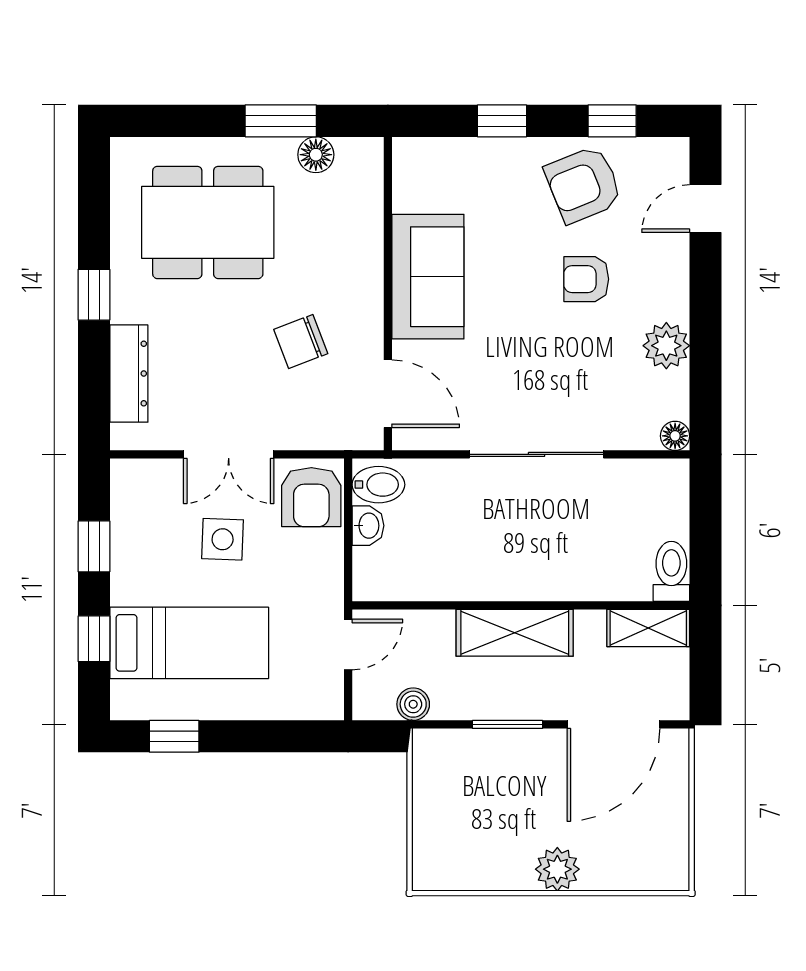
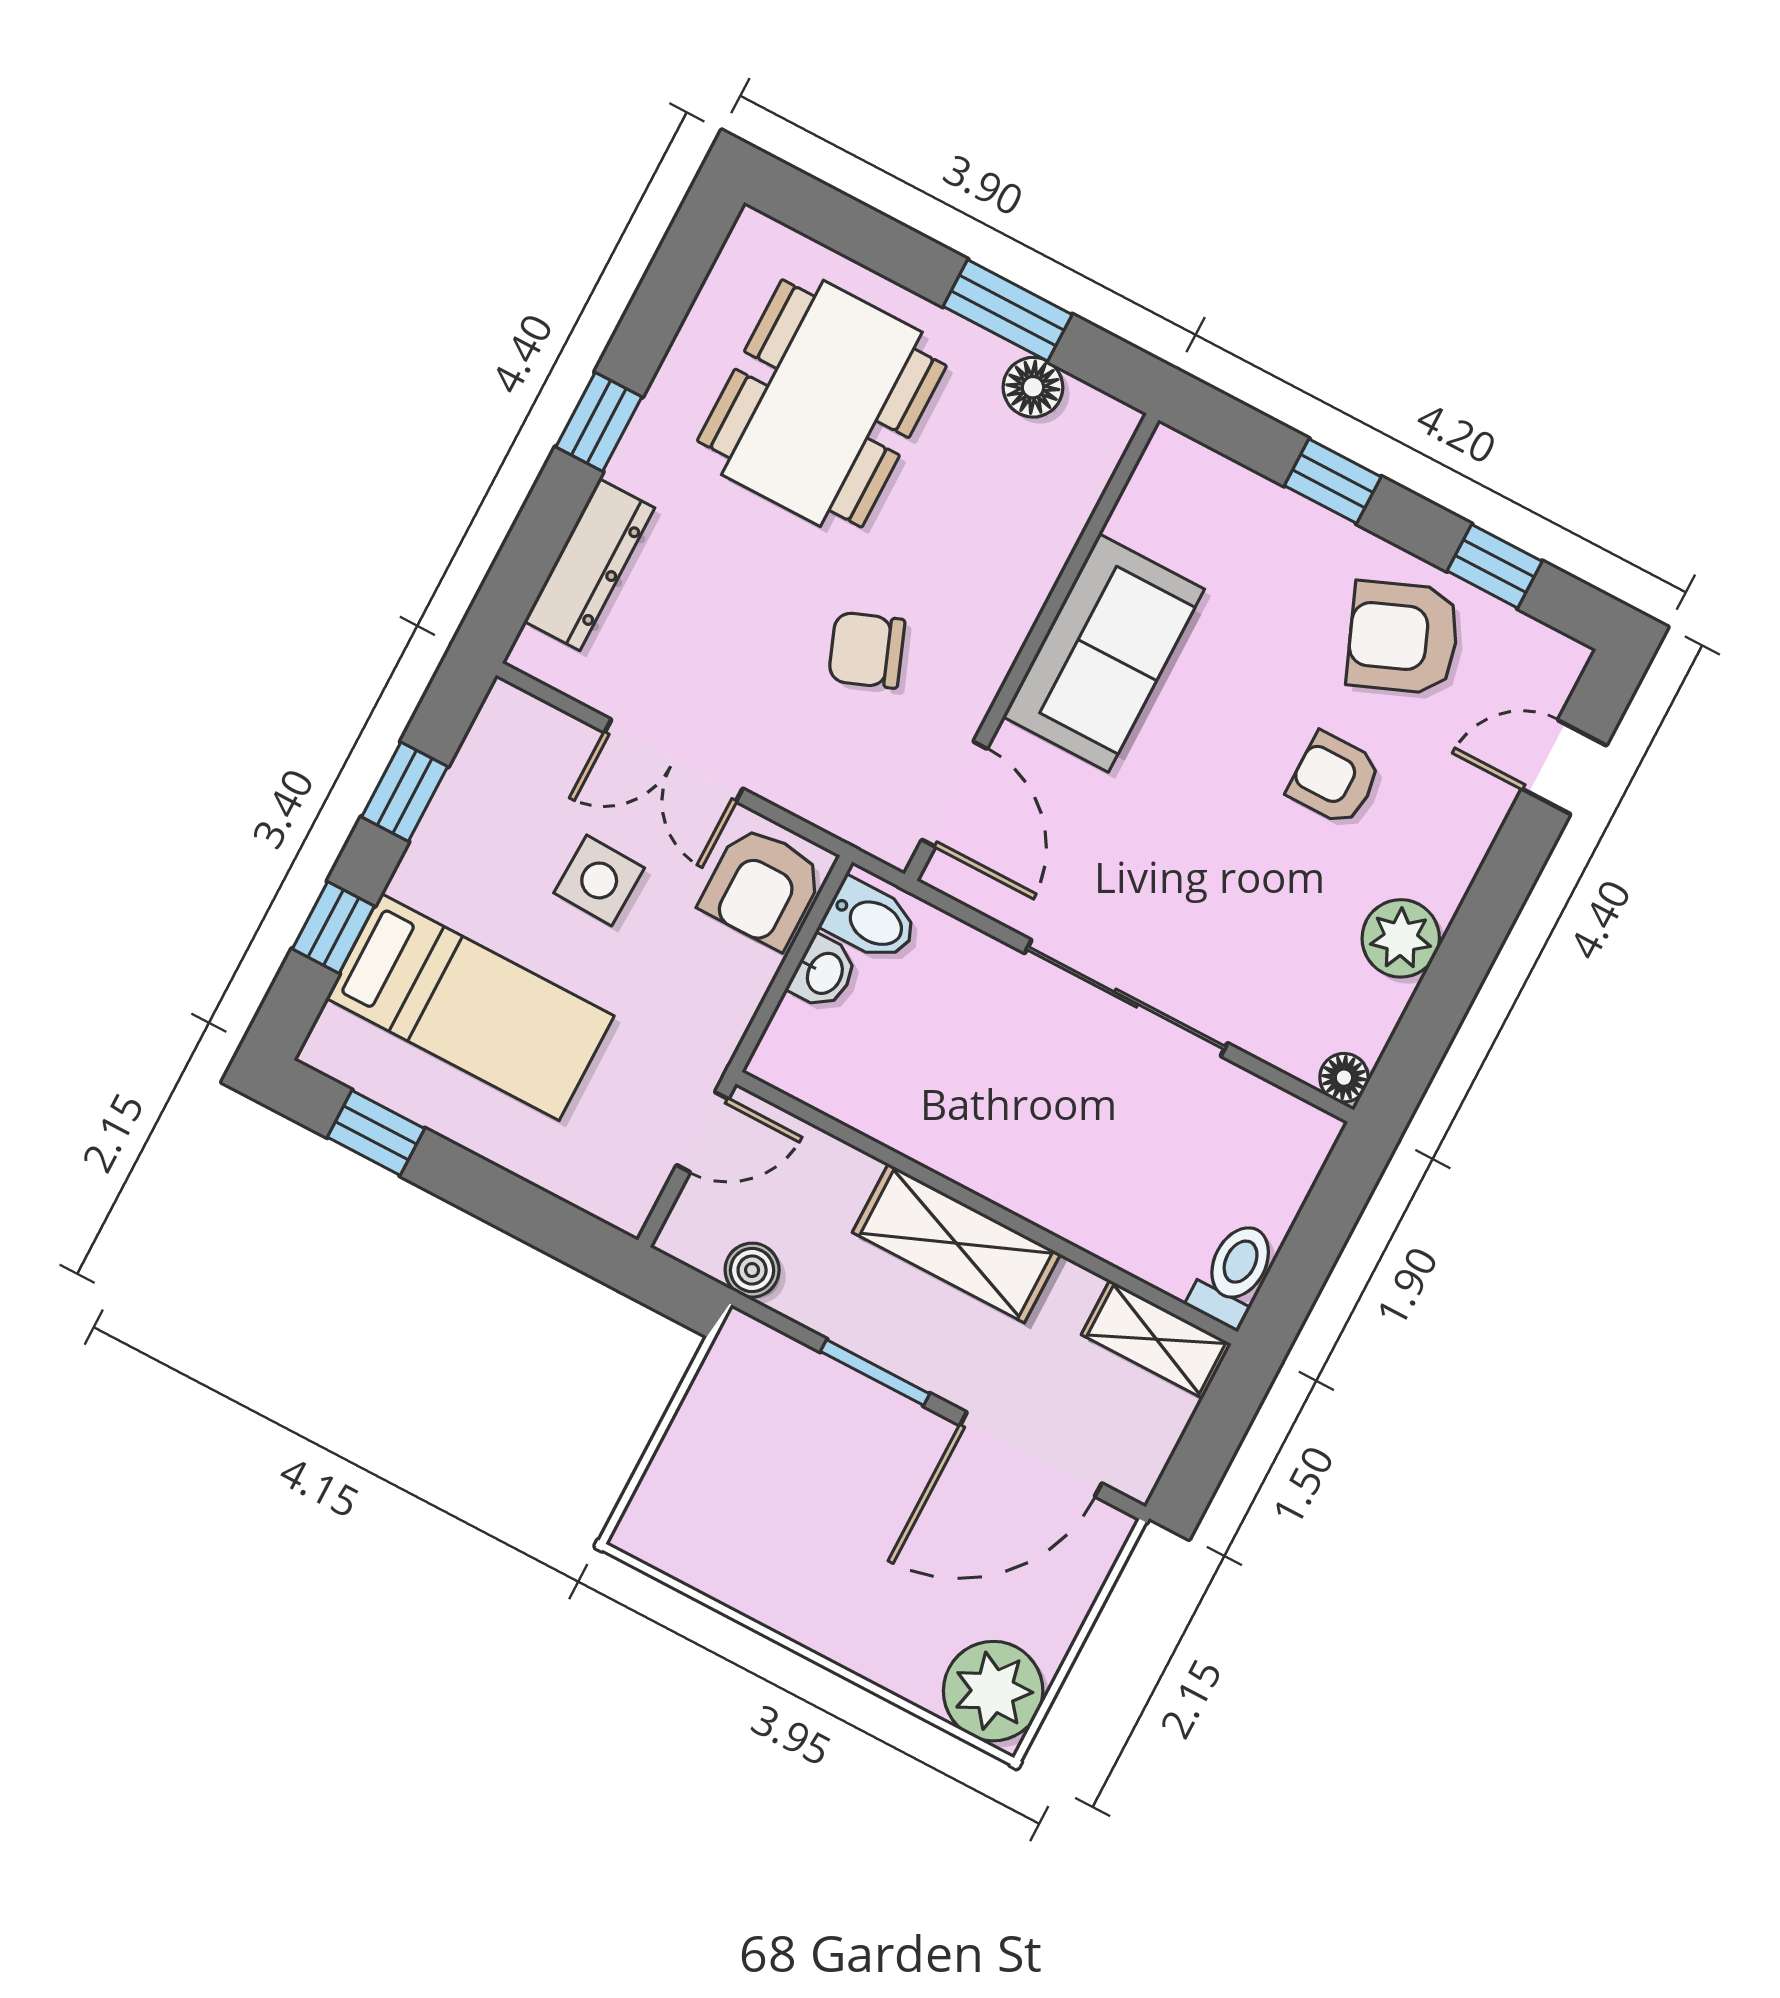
dining table: (208, 222) -> (822, 403), turned 90
plant: (557, 869) -> (993, 1691), moved, width x1.36, depth x1.36

